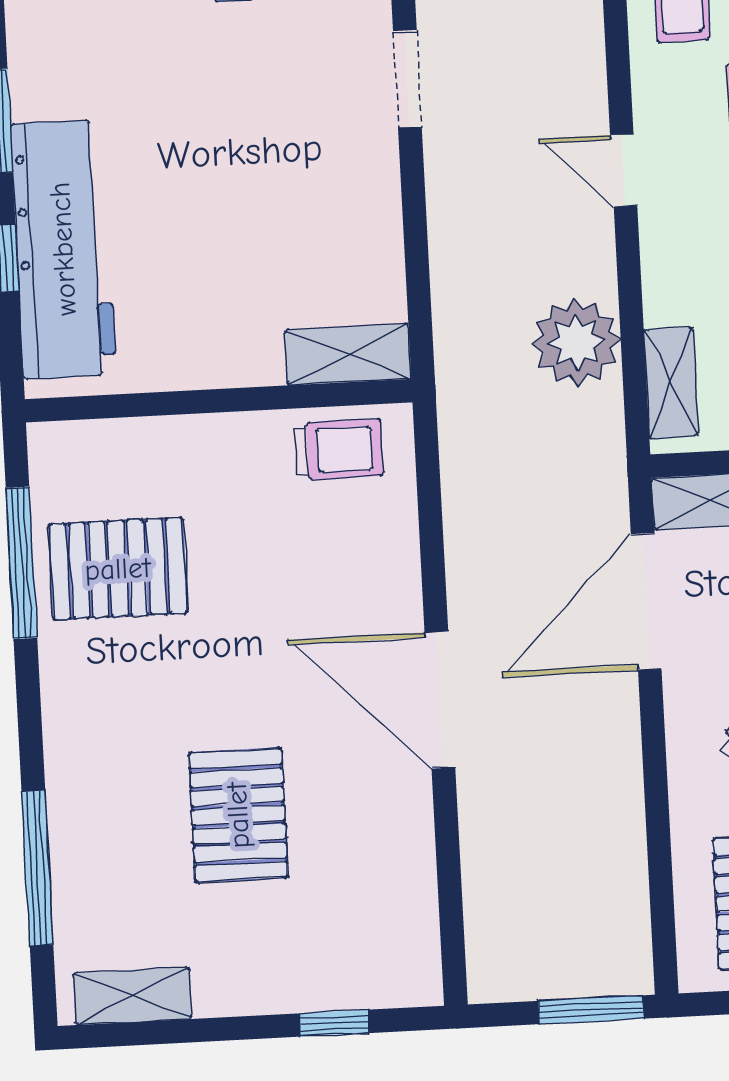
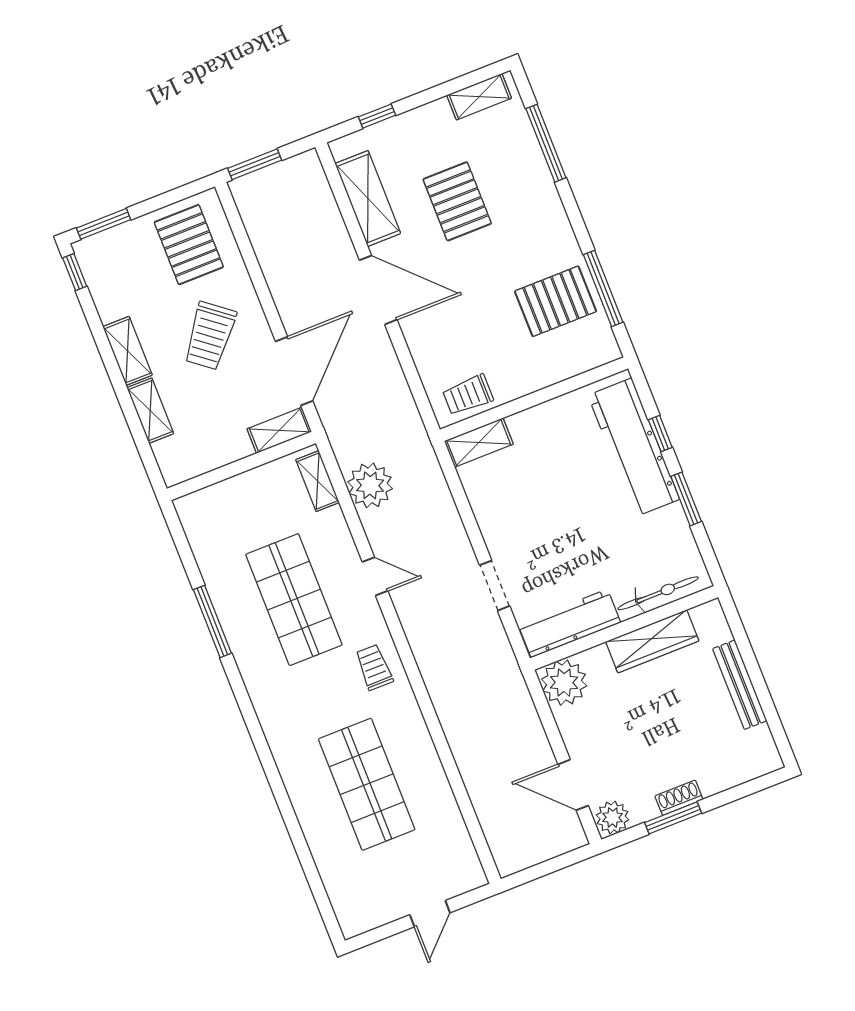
shelving: (402, 876) -> (368, 198), added

